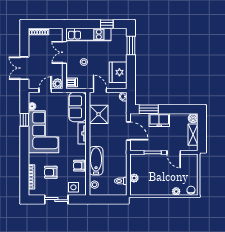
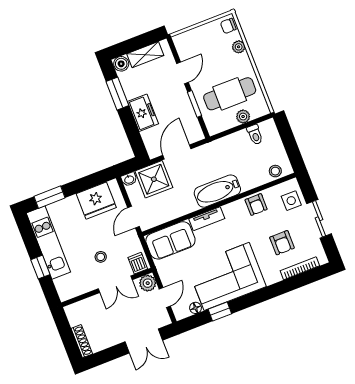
window: (107, 24) -> (40, 267), moved
kitchen unit: (88, 34) -> (48, 243), moved
double door: (64, 52) -> (115, 284), moved
door: (45, 90) -> (165, 298), swing flipped
window: (149, 109) -> (117, 94), moved
shower: (99, 114) -> (154, 179), moved
bathtub: (96, 161) -> (217, 191), moved
cafe table: (151, 175) -> (230, 94), added

